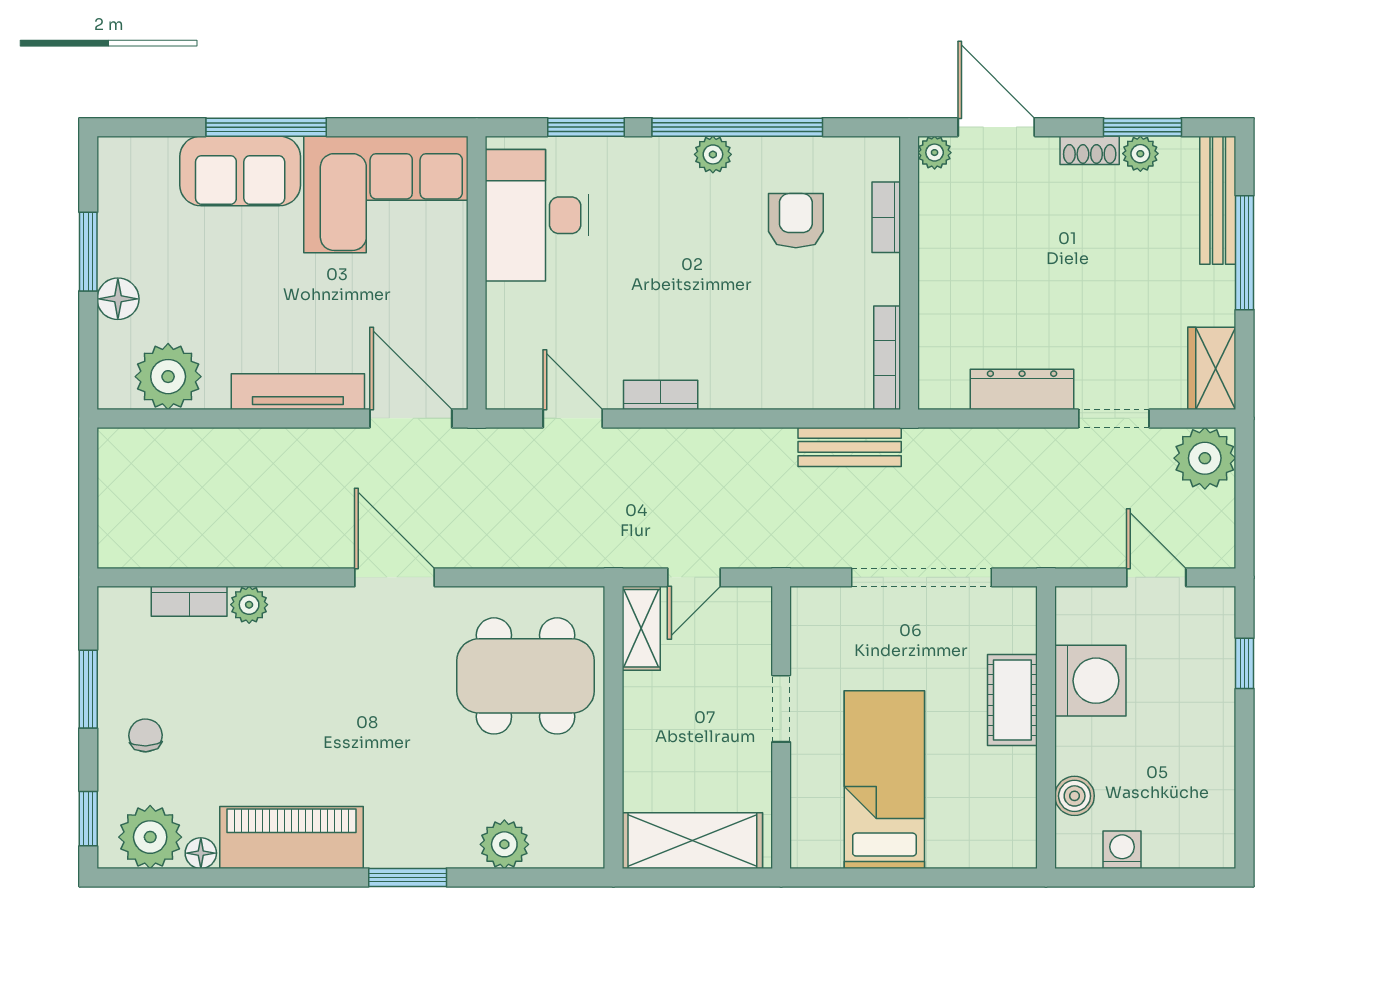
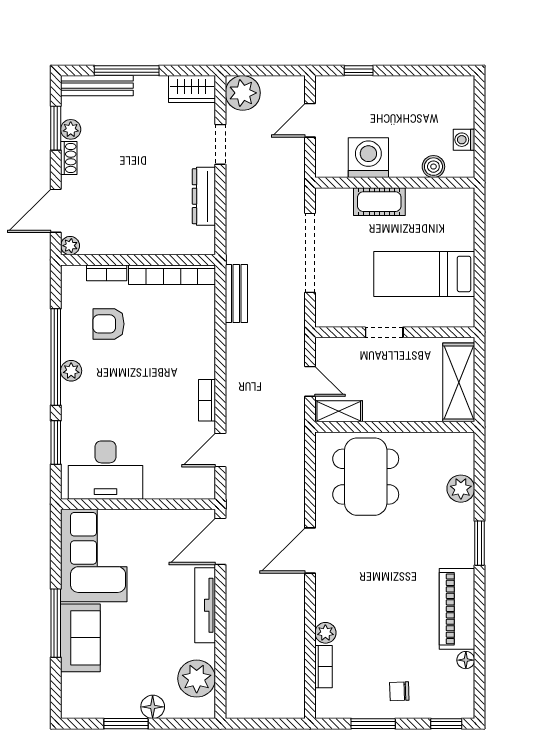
bookcase: (887, 358) -> (172, 275), width x1.48, depth x1.31
plant: (150, 837) -> (457, 689), removed

